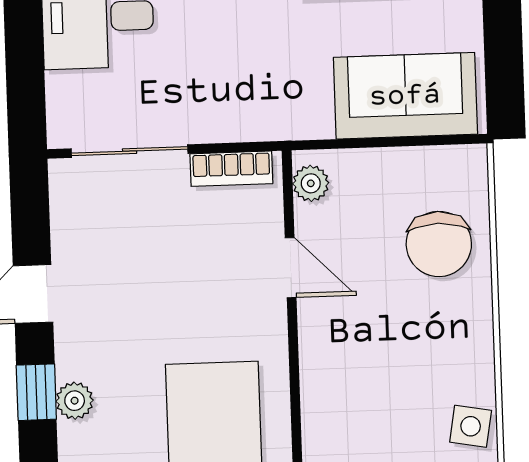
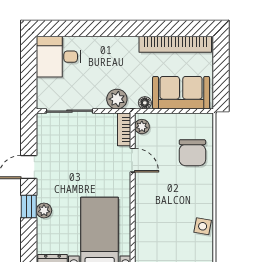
plant: (246, 117) -> (117, 99), added
floor lamp: (316, 124) -> (145, 103), added
bookcase: (231, 169) -> (124, 129), moved, turned 90

